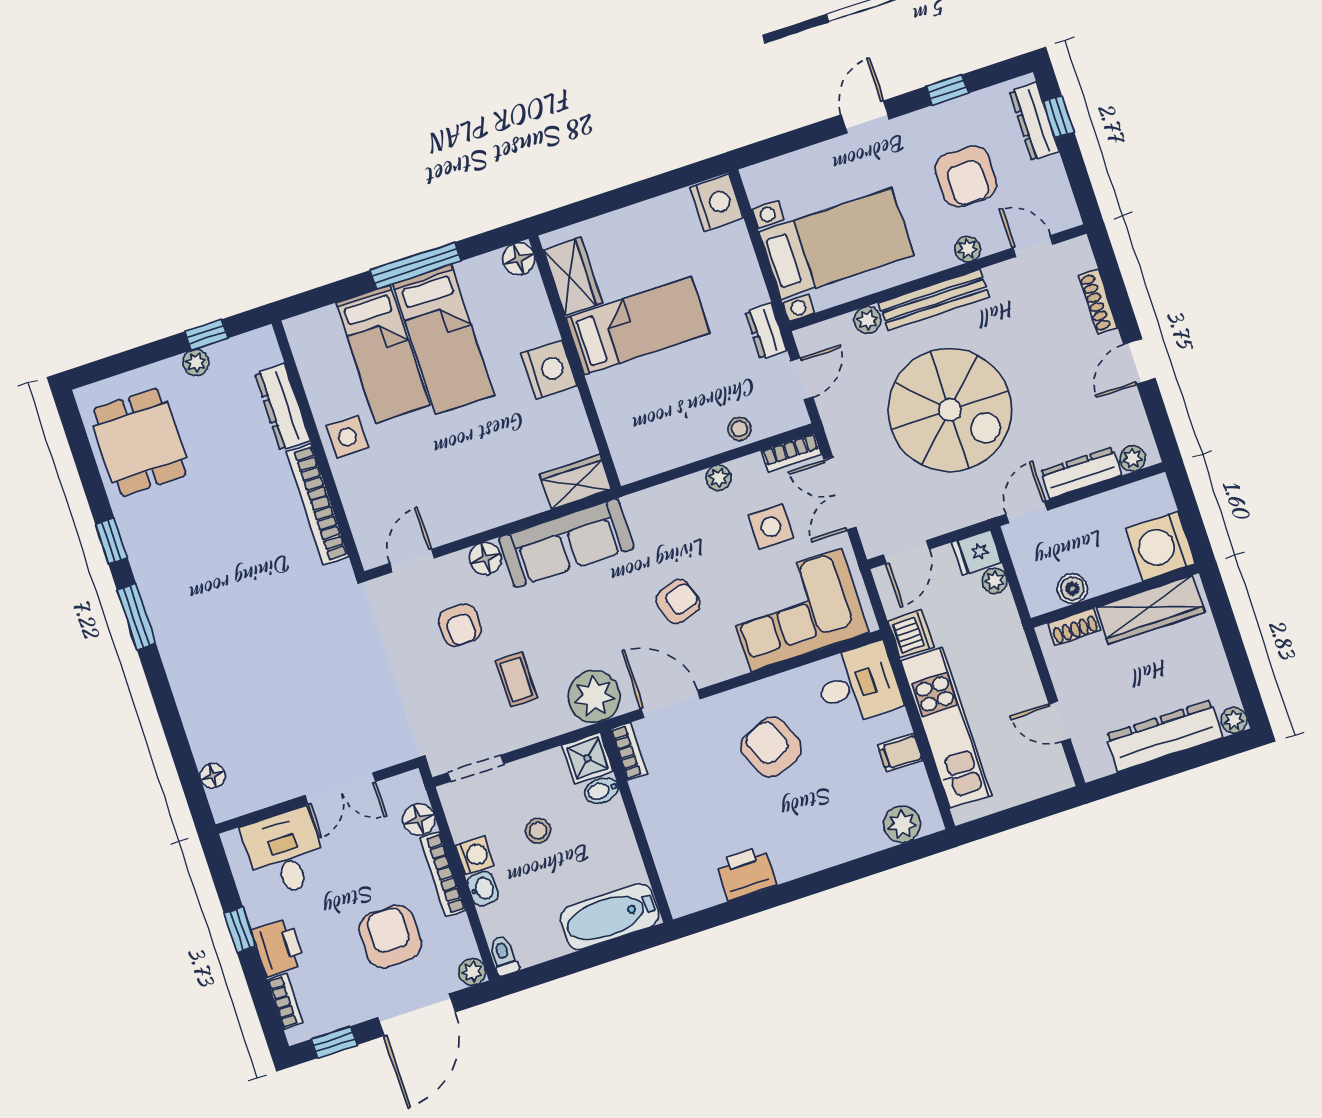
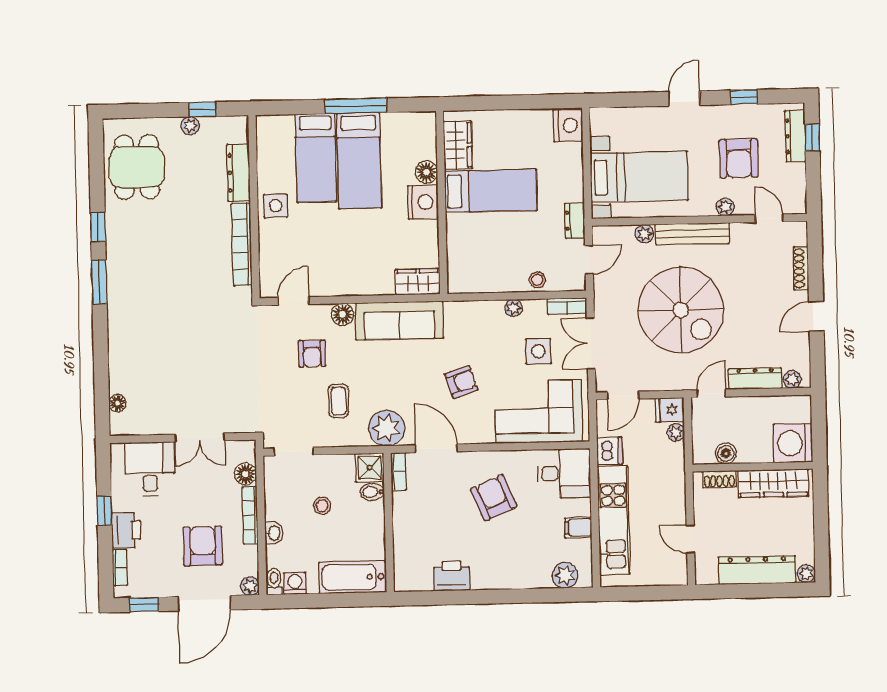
floor lamp: (519, 259) -> (426, 172), moved
washing machine: (475, 855) -> (295, 583), moved, turned -90

